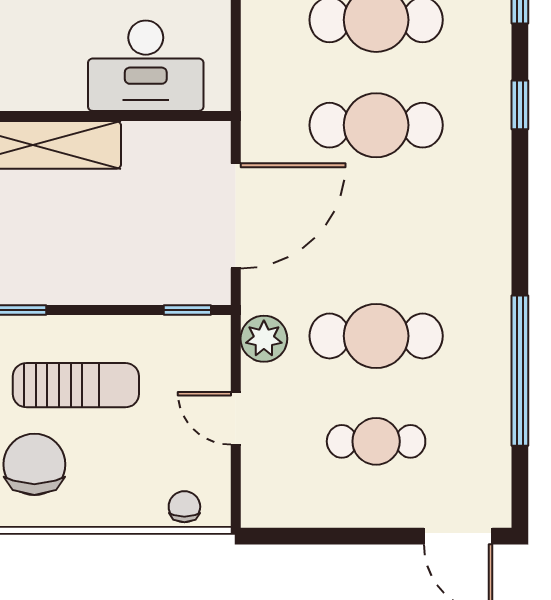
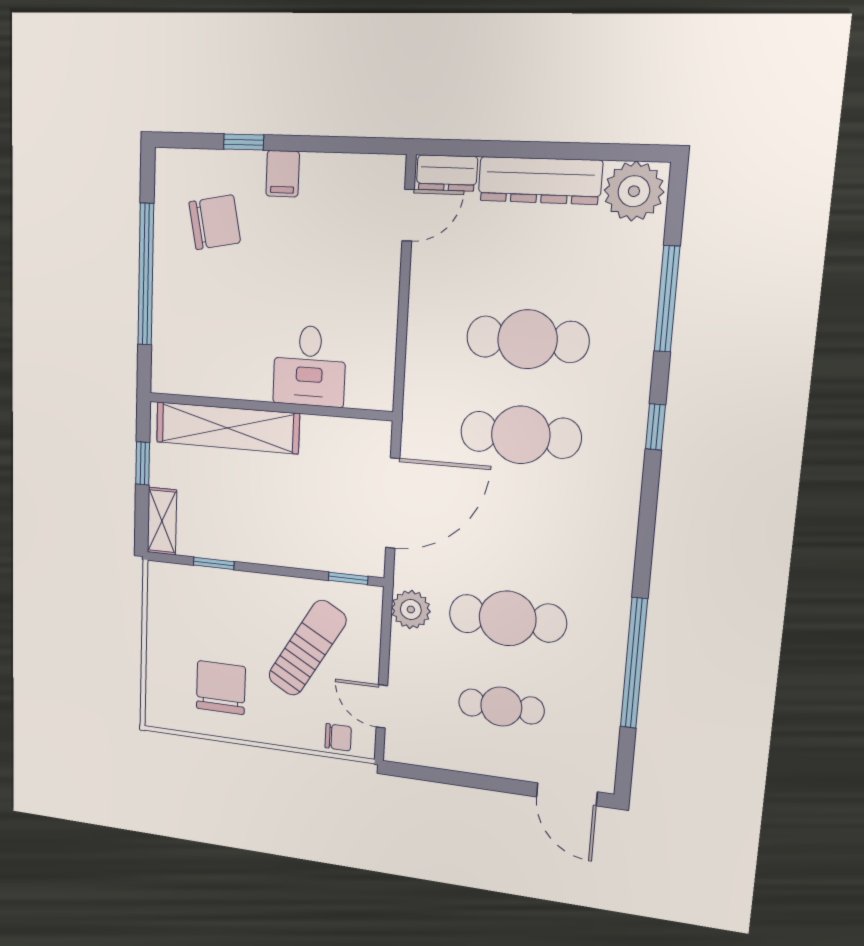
desk: (146, 66) -> (309, 366), width x0.73
sun lounger: (76, 385) -> (307, 648), moved, turned -60
door: (236, 418) -> (382, 706), moved
chair: (184, 507) -> (338, 737), turned 90

